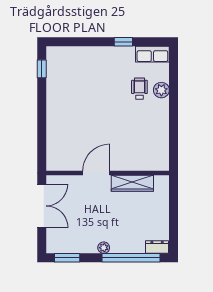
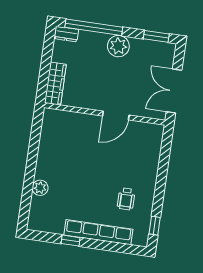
row of seats: (152, 54) -> (98, 232), moved, width x2.02
wheelchair: (139, 89) -> (126, 199), moved
wardrobe: (132, 183) -> (55, 84), moved, turned 90
plant: (104, 248) -> (118, 46), width x1.87, depth x1.87

